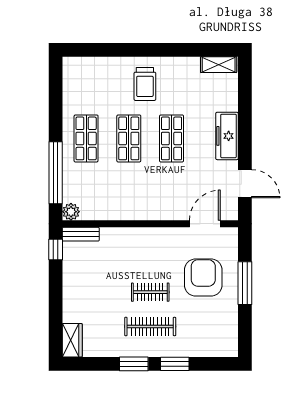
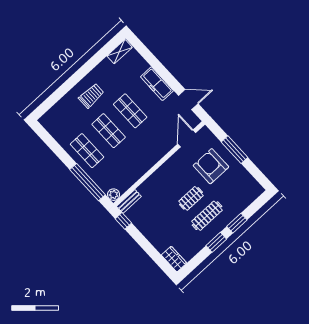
trolley: (145, 84) -> (91, 96), turned -90

